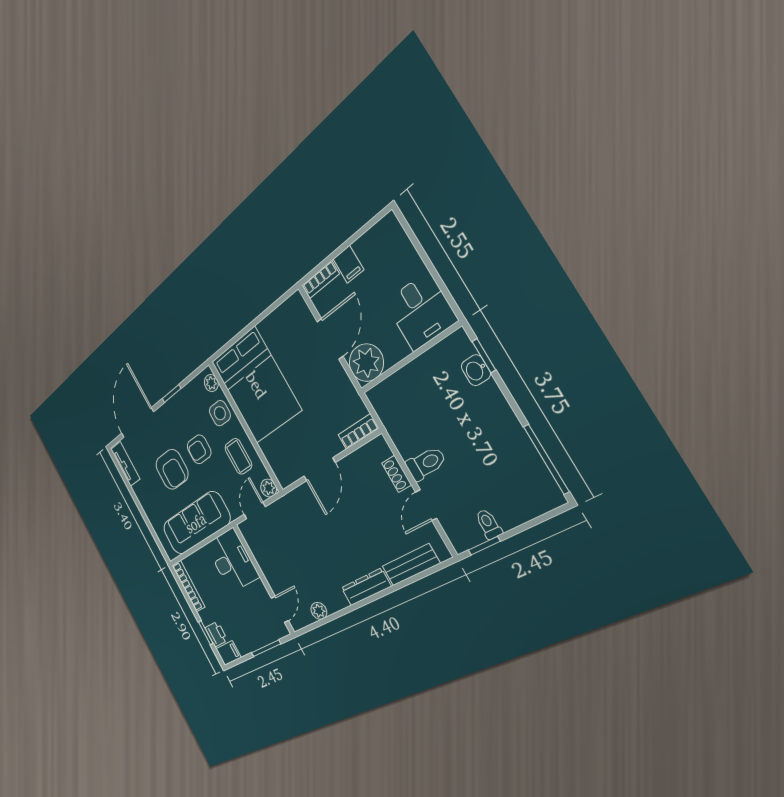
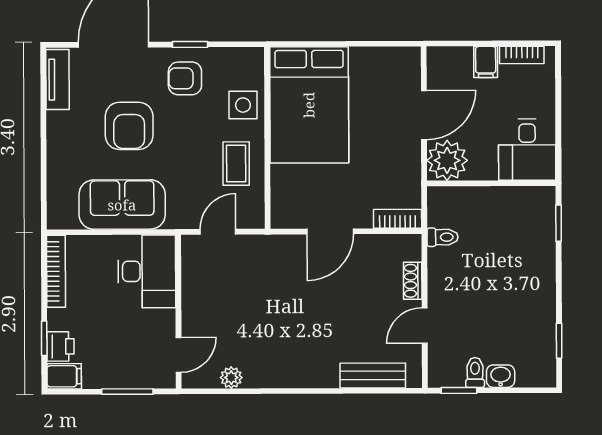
bookcase: (321, 280) -> (522, 55), moved
washbasin: (476, 370) -> (501, 376), moved, turned 90
plant: (211, 383) -> (254, 67), removed
armchair: (199, 449) -> (185, 78), moved
window: (546, 459) -> (559, 341), width x0.46
toilet: (426, 463) -> (442, 237), moved, width x0.73, depth x0.72
plant: (269, 488) -> (253, 218), removed
sofa: (196, 523) -> (122, 205), width x0.73
dresser: (366, 587) -> (307, 376), removed

